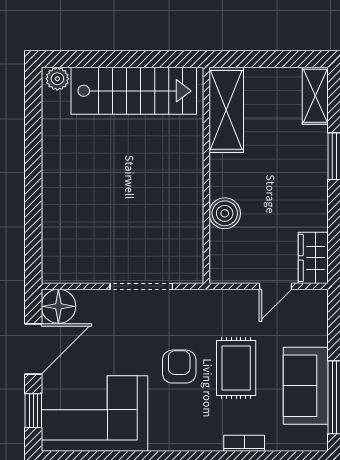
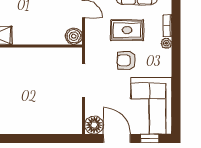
boiler: (225, 213) -> (74, 36), moved
plant: (212, 441) -> (166, 43), added

